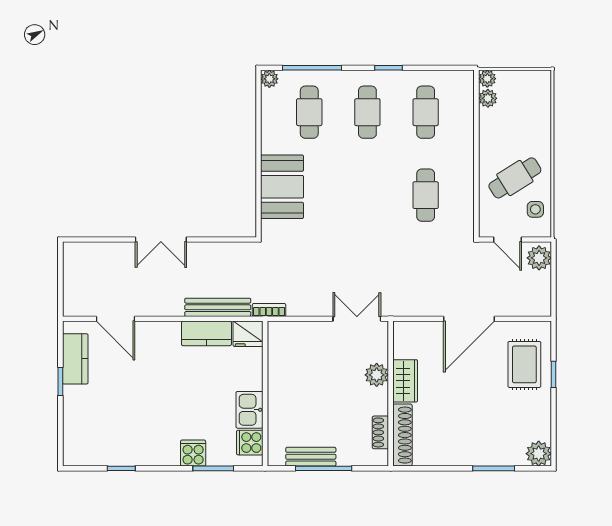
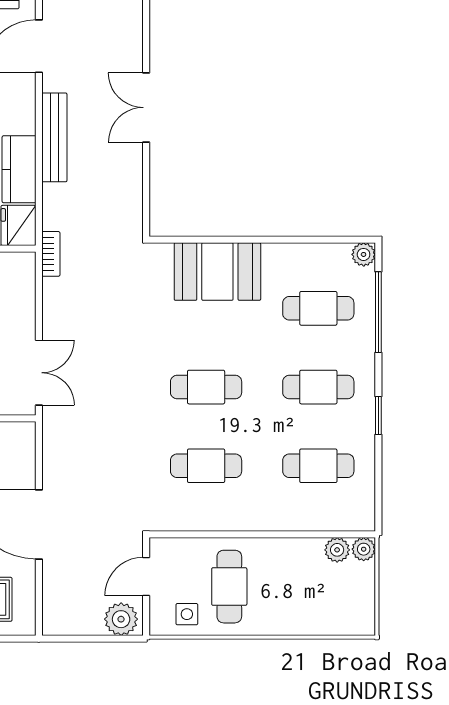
cafe table: (515, 178) -> (229, 587), turned 32
cafe table: (367, 195) -> (206, 387), added
bench: (218, 307) -> (54, 137), moved

